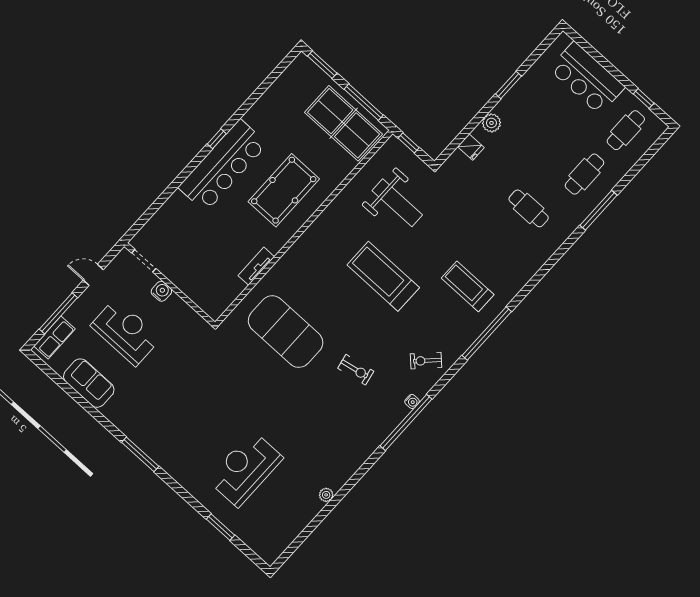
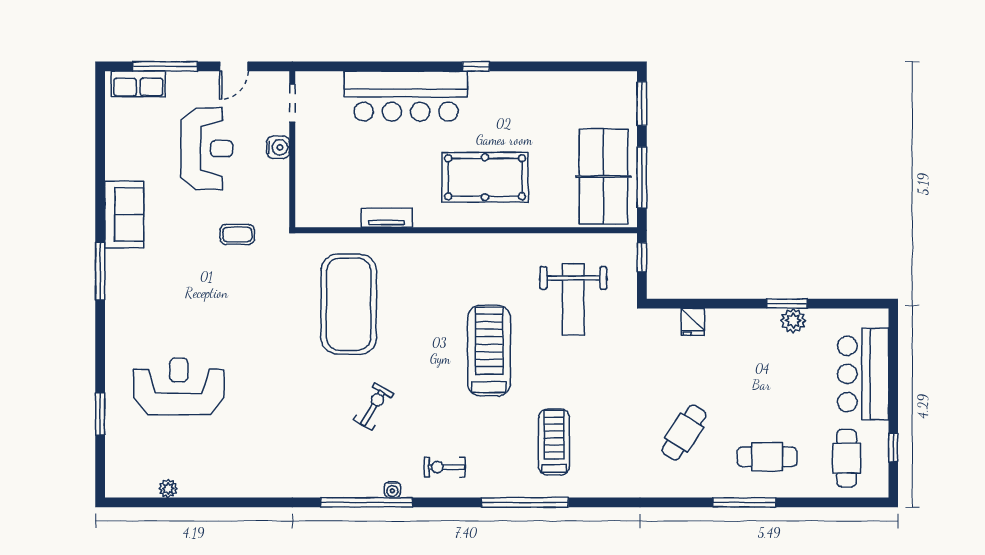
plant: (491, 123) -> (793, 321), moved
cafe table: (626, 130) -> (847, 458), turned 90
bar counter: (223, 166) -> (406, 96), moved
cafe table: (529, 208) -> (684, 433), turned 33
door: (93, 275) -> (234, 66), swing flipped
coffee table: (190, 359) -> (237, 234), added
exercise bike: (426, 361) -> (445, 467), turned -45
exercise bike: (356, 370) -> (374, 406), turned -139
sofa: (89, 383) -> (124, 215), moved
plant: (326, 495) -> (168, 488), moved

